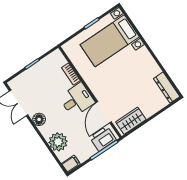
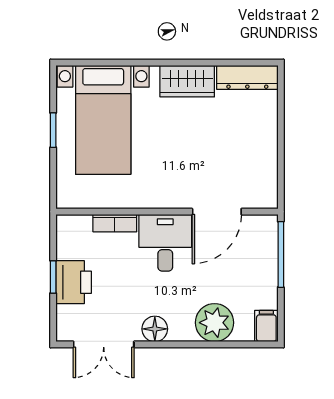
door: (104, 112) -> (217, 212), hinge flipped
wardrobe: (131, 121) -> (187, 81), moved, turned -90
printer: (103, 139) -> (74, 282), moved, turned 180

